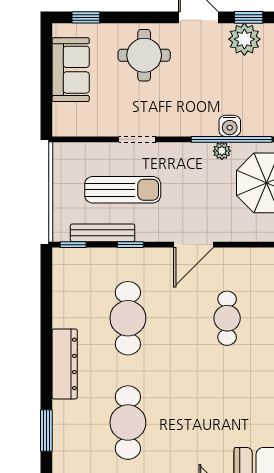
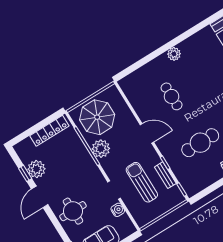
water cooler: (230, 126) -> (118, 210), moved
plant: (222, 151) -> (101, 149), width x1.88, depth x1.88
bench: (103, 233) -> (165, 175), width x0.73
cafe table: (227, 318) -> (172, 96), turned 90

